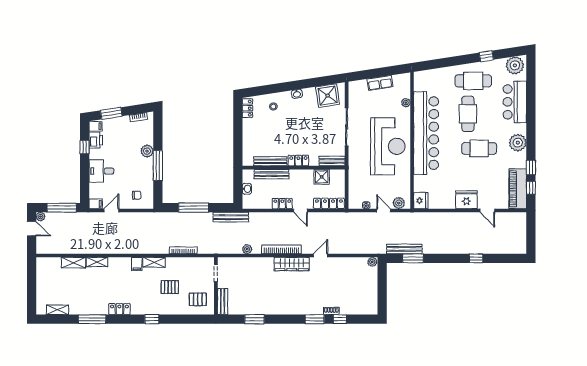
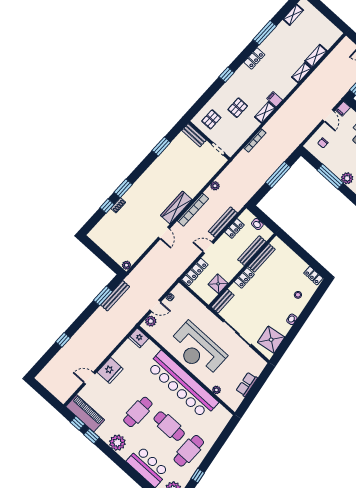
locker: (282, 204) -> (234, 228), moved
bench: (231, 217) -> (223, 222), moved

